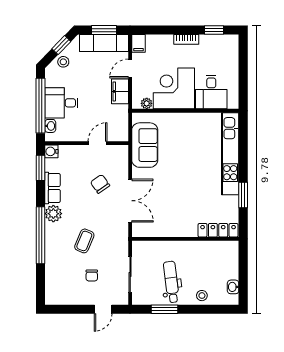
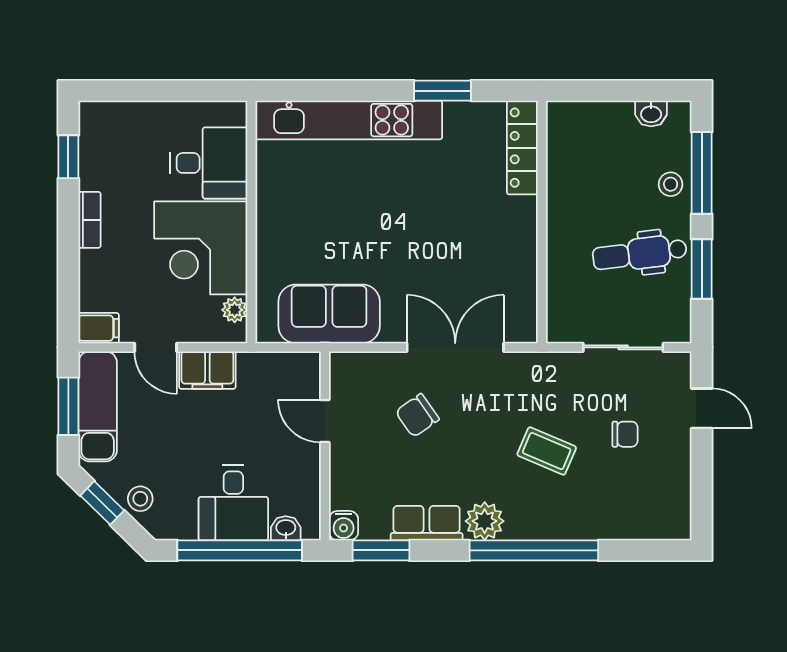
window: (207, 309) -> (702, 173), added

